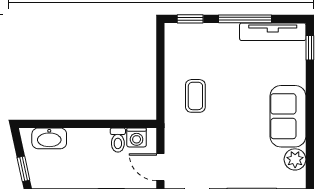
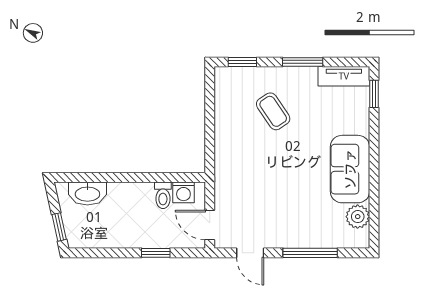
window: (245, 19) -> (303, 62), width x0.69
tv unit: (273, 32) -> (344, 76), width x0.71
coffee table: (195, 96) -> (273, 111), moved, turned -34

